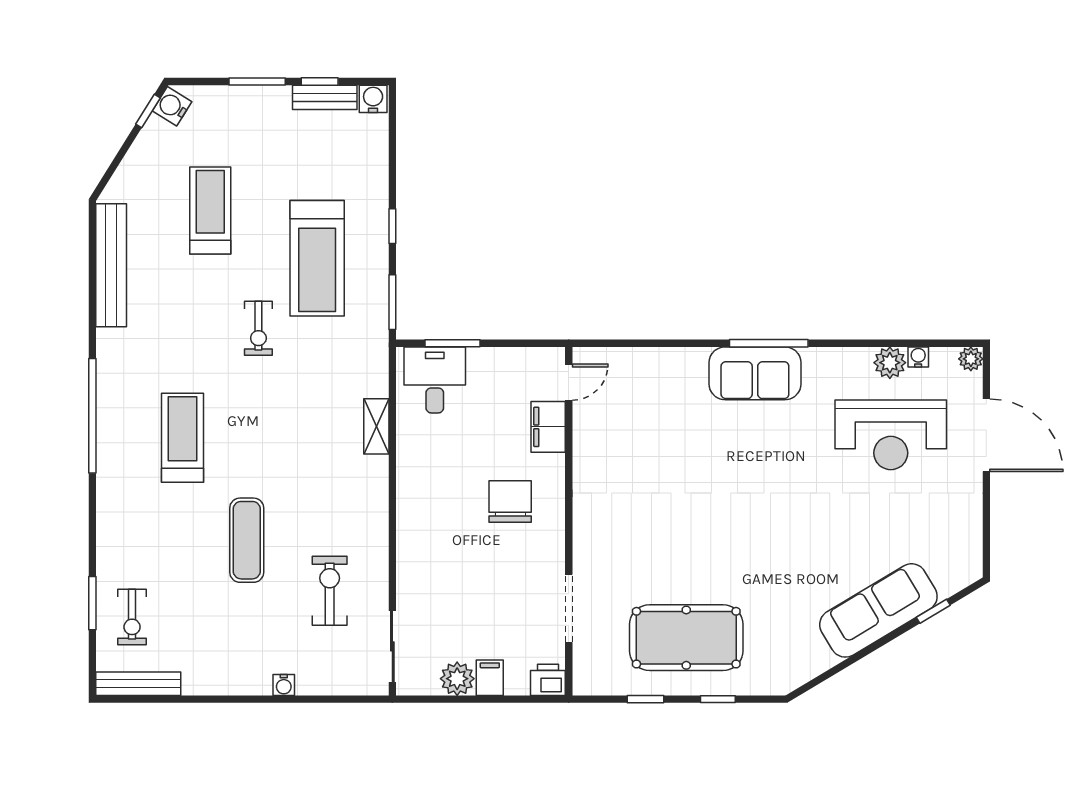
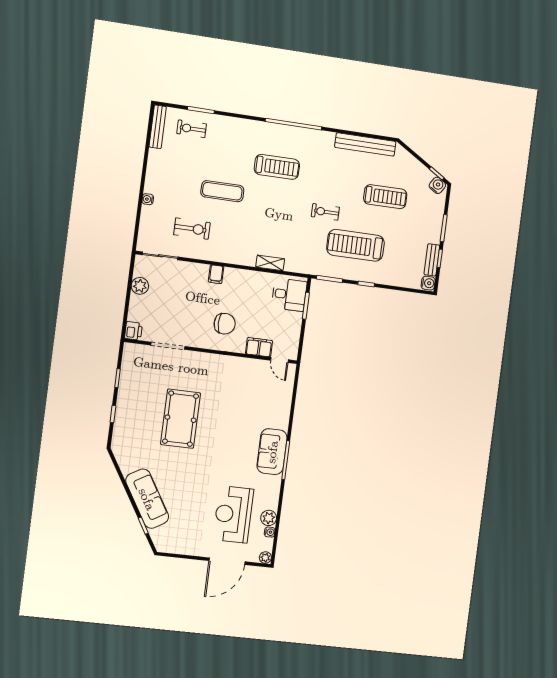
pool table: (686, 638) -> (181, 419), moved
filing cabinet: (490, 678) -> (216, 274), moved, turned 90

